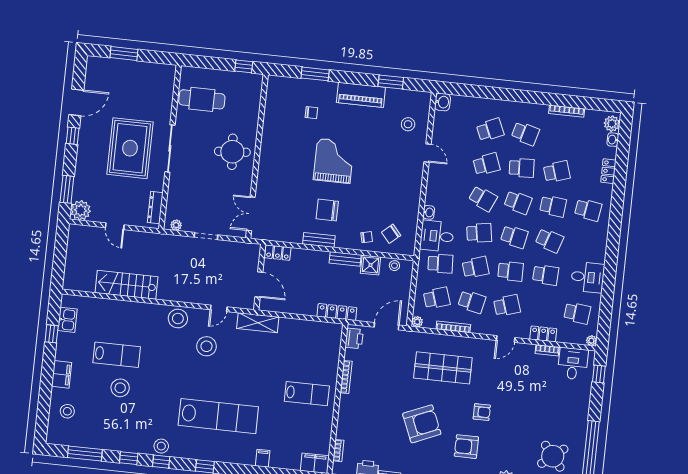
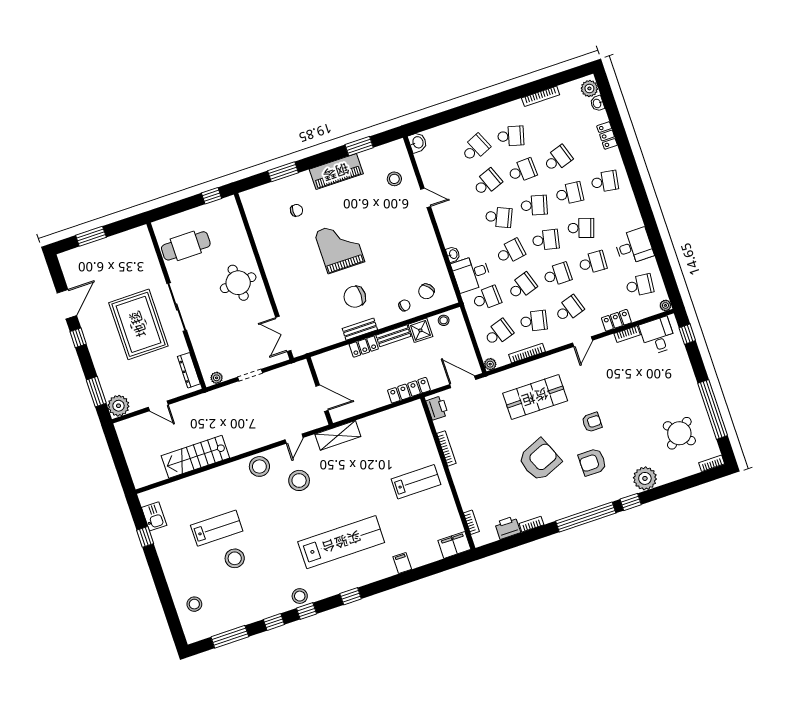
locker: (278, 253) -> (364, 347), moved
door: (386, 326) -> (463, 382), hinge flipped
filing cabinet: (62, 374) -> (173, 571), removed

